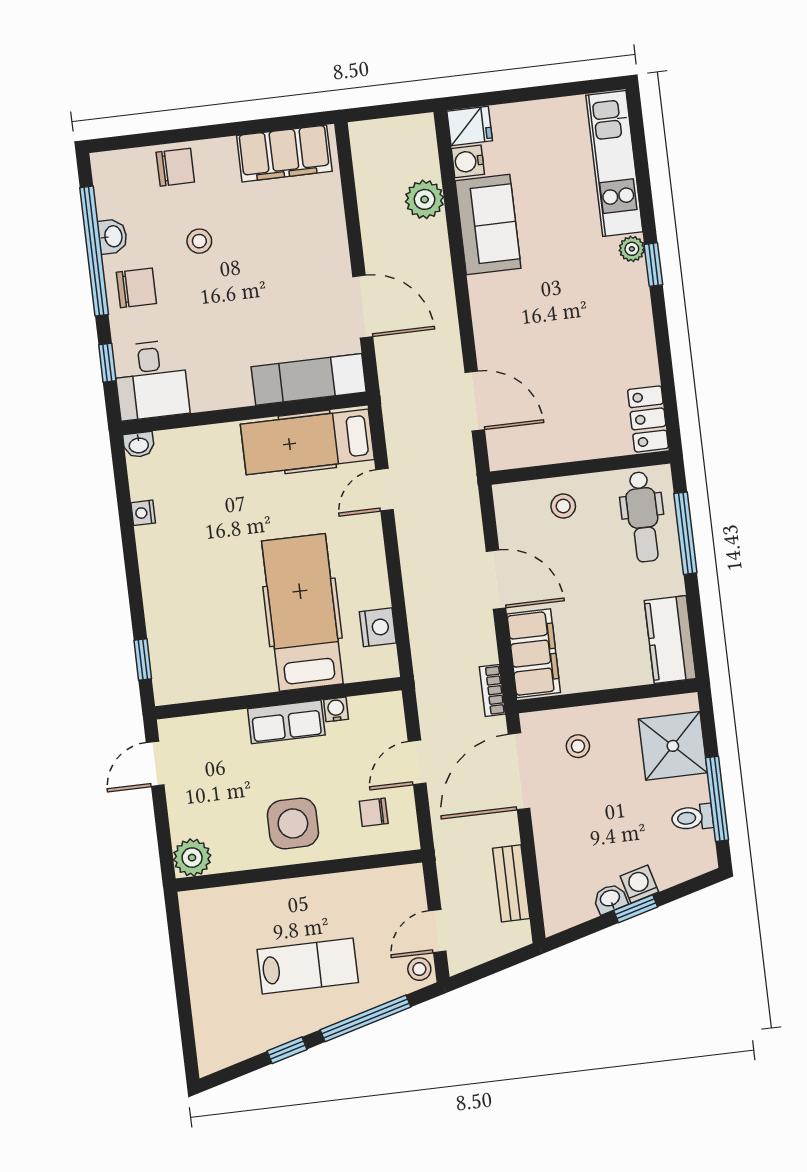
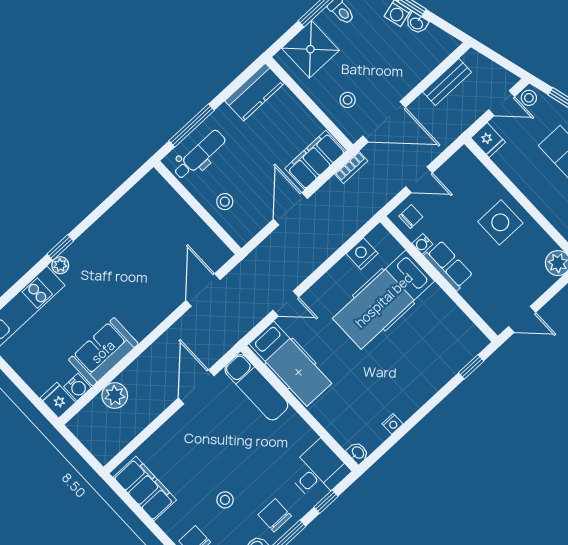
locker: (648, 419) -> (145, 190), removed
chair: (374, 812) -> (411, 217), moved, turned -90
fridge: (404, 882) -> (488, 140), added

